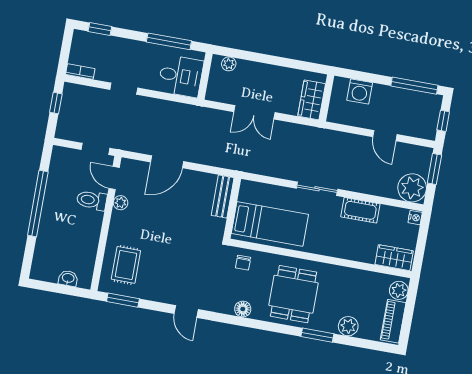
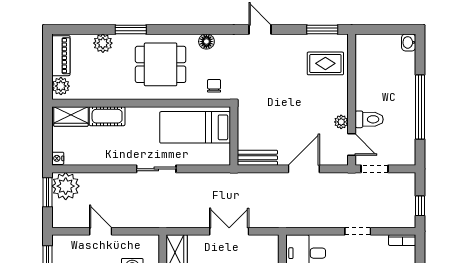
window: (434, 169) -> (48, 192), moved
bench: (223, 197) -> (257, 158), moved, turned 90
cot: (360, 210) -> (107, 116), moved
rug: (126, 265) -> (325, 63), turned 90
washbasin: (68, 278) -> (409, 42), moved, turned 90
dining table: (294, 294) -> (161, 64), turned 90

